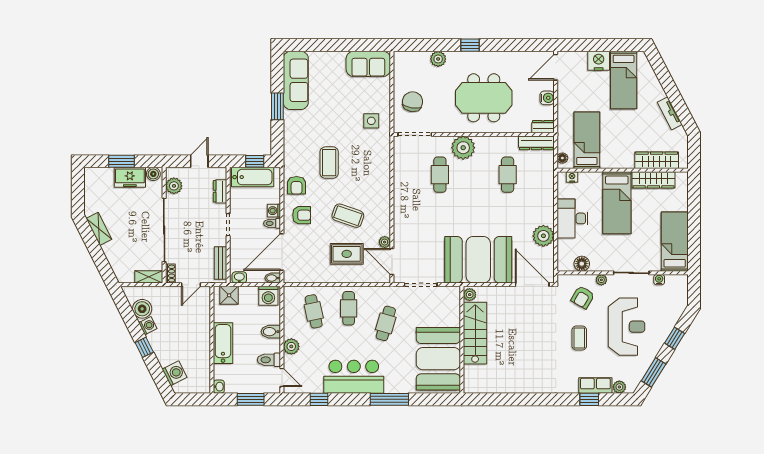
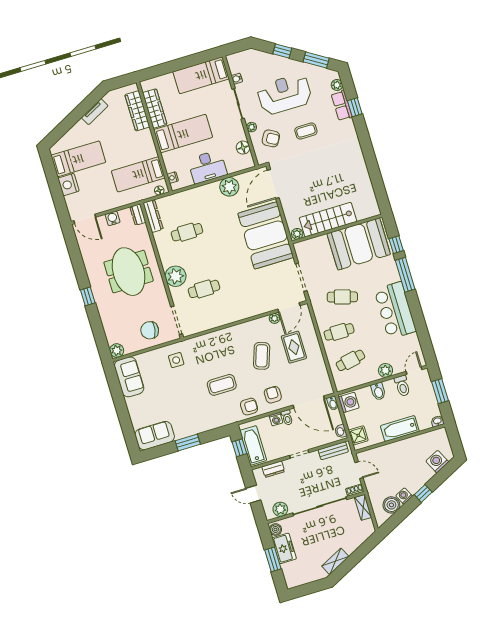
plant: (438, 59) -> (117, 350), moved
sofa: (296, 80) -> (155, 436), width x0.73
window: (319, 399) -> (396, 245), moved

